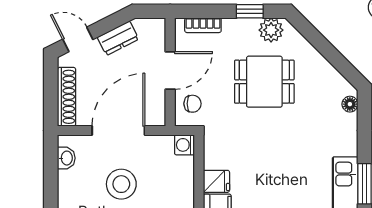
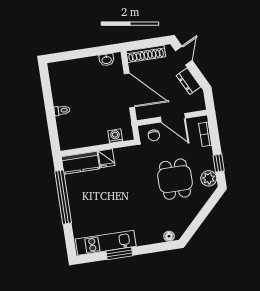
washing machine: (184, 145) -> (115, 136), moved
stool: (121, 184) -> (95, 98), removed

